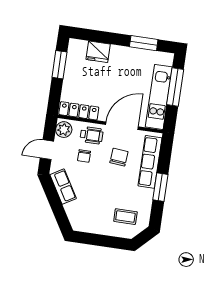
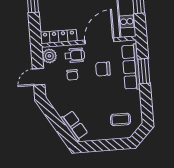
chair: (119, 157) -> (103, 69), turned -95
row of seats: (63, 187) -> (74, 126), moved
window: (160, 187) -> (144, 71), moved

